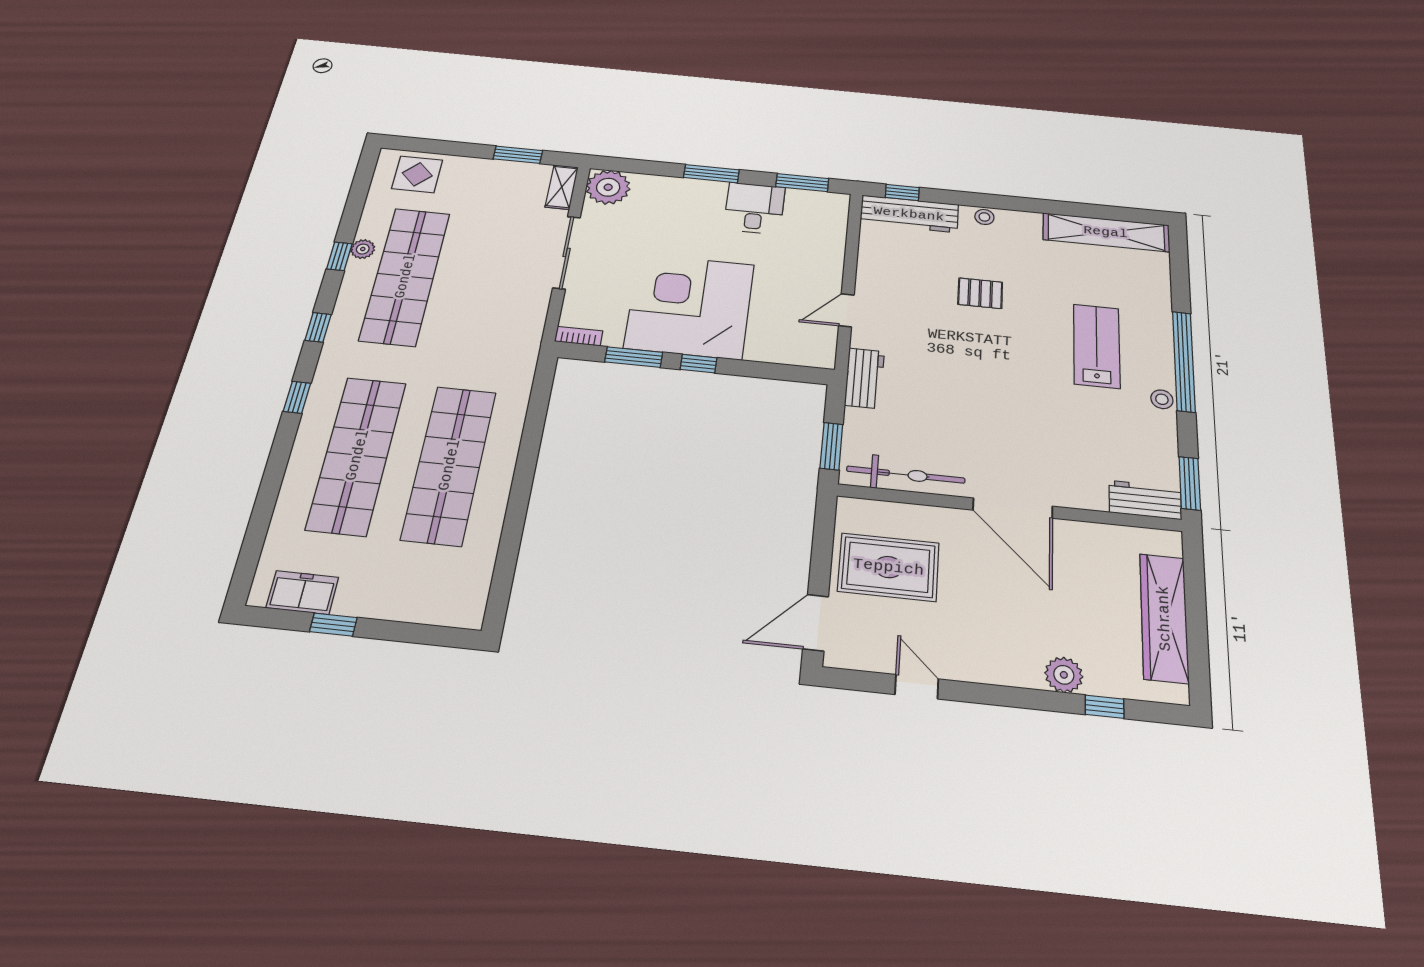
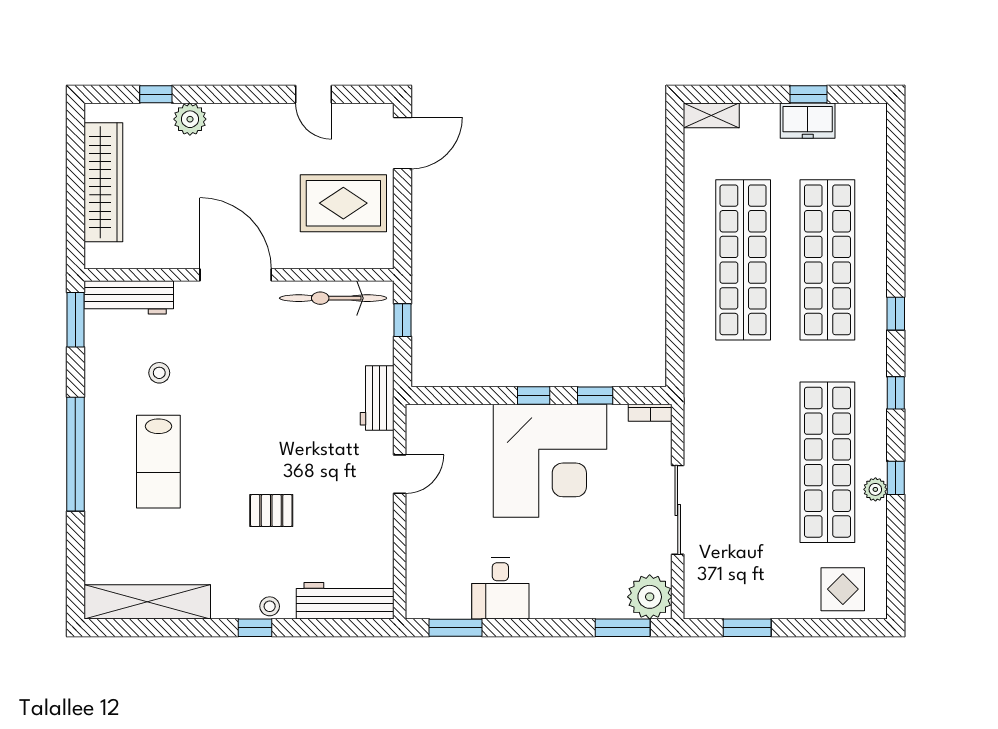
window: (711, 174) -> (623, 628), moved
shelving: (562, 187) -> (711, 115), moved, turned 90
window: (902, 192) -> (255, 628), moved
window: (634, 357) -> (595, 395), width x0.67
stool: (1162, 399) -> (159, 373), moved
window: (831, 446) -> (402, 320), width x0.67
workbench: (1145, 500) -> (129, 297), width x1.38
freezer: (302, 593) -> (808, 121), moved

